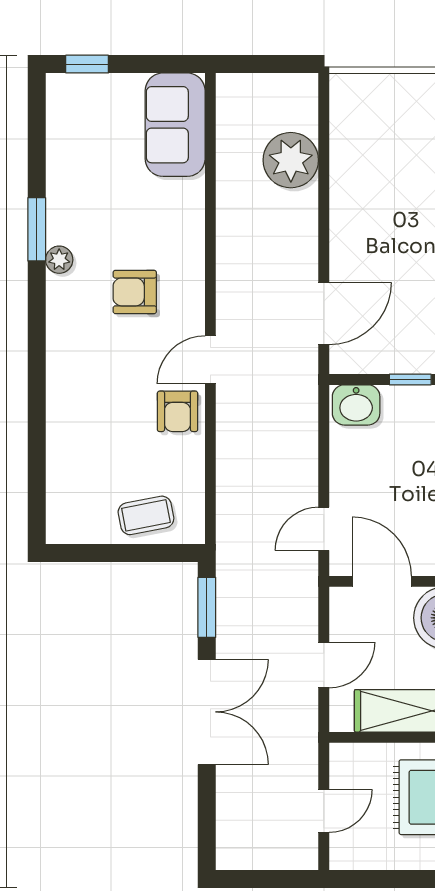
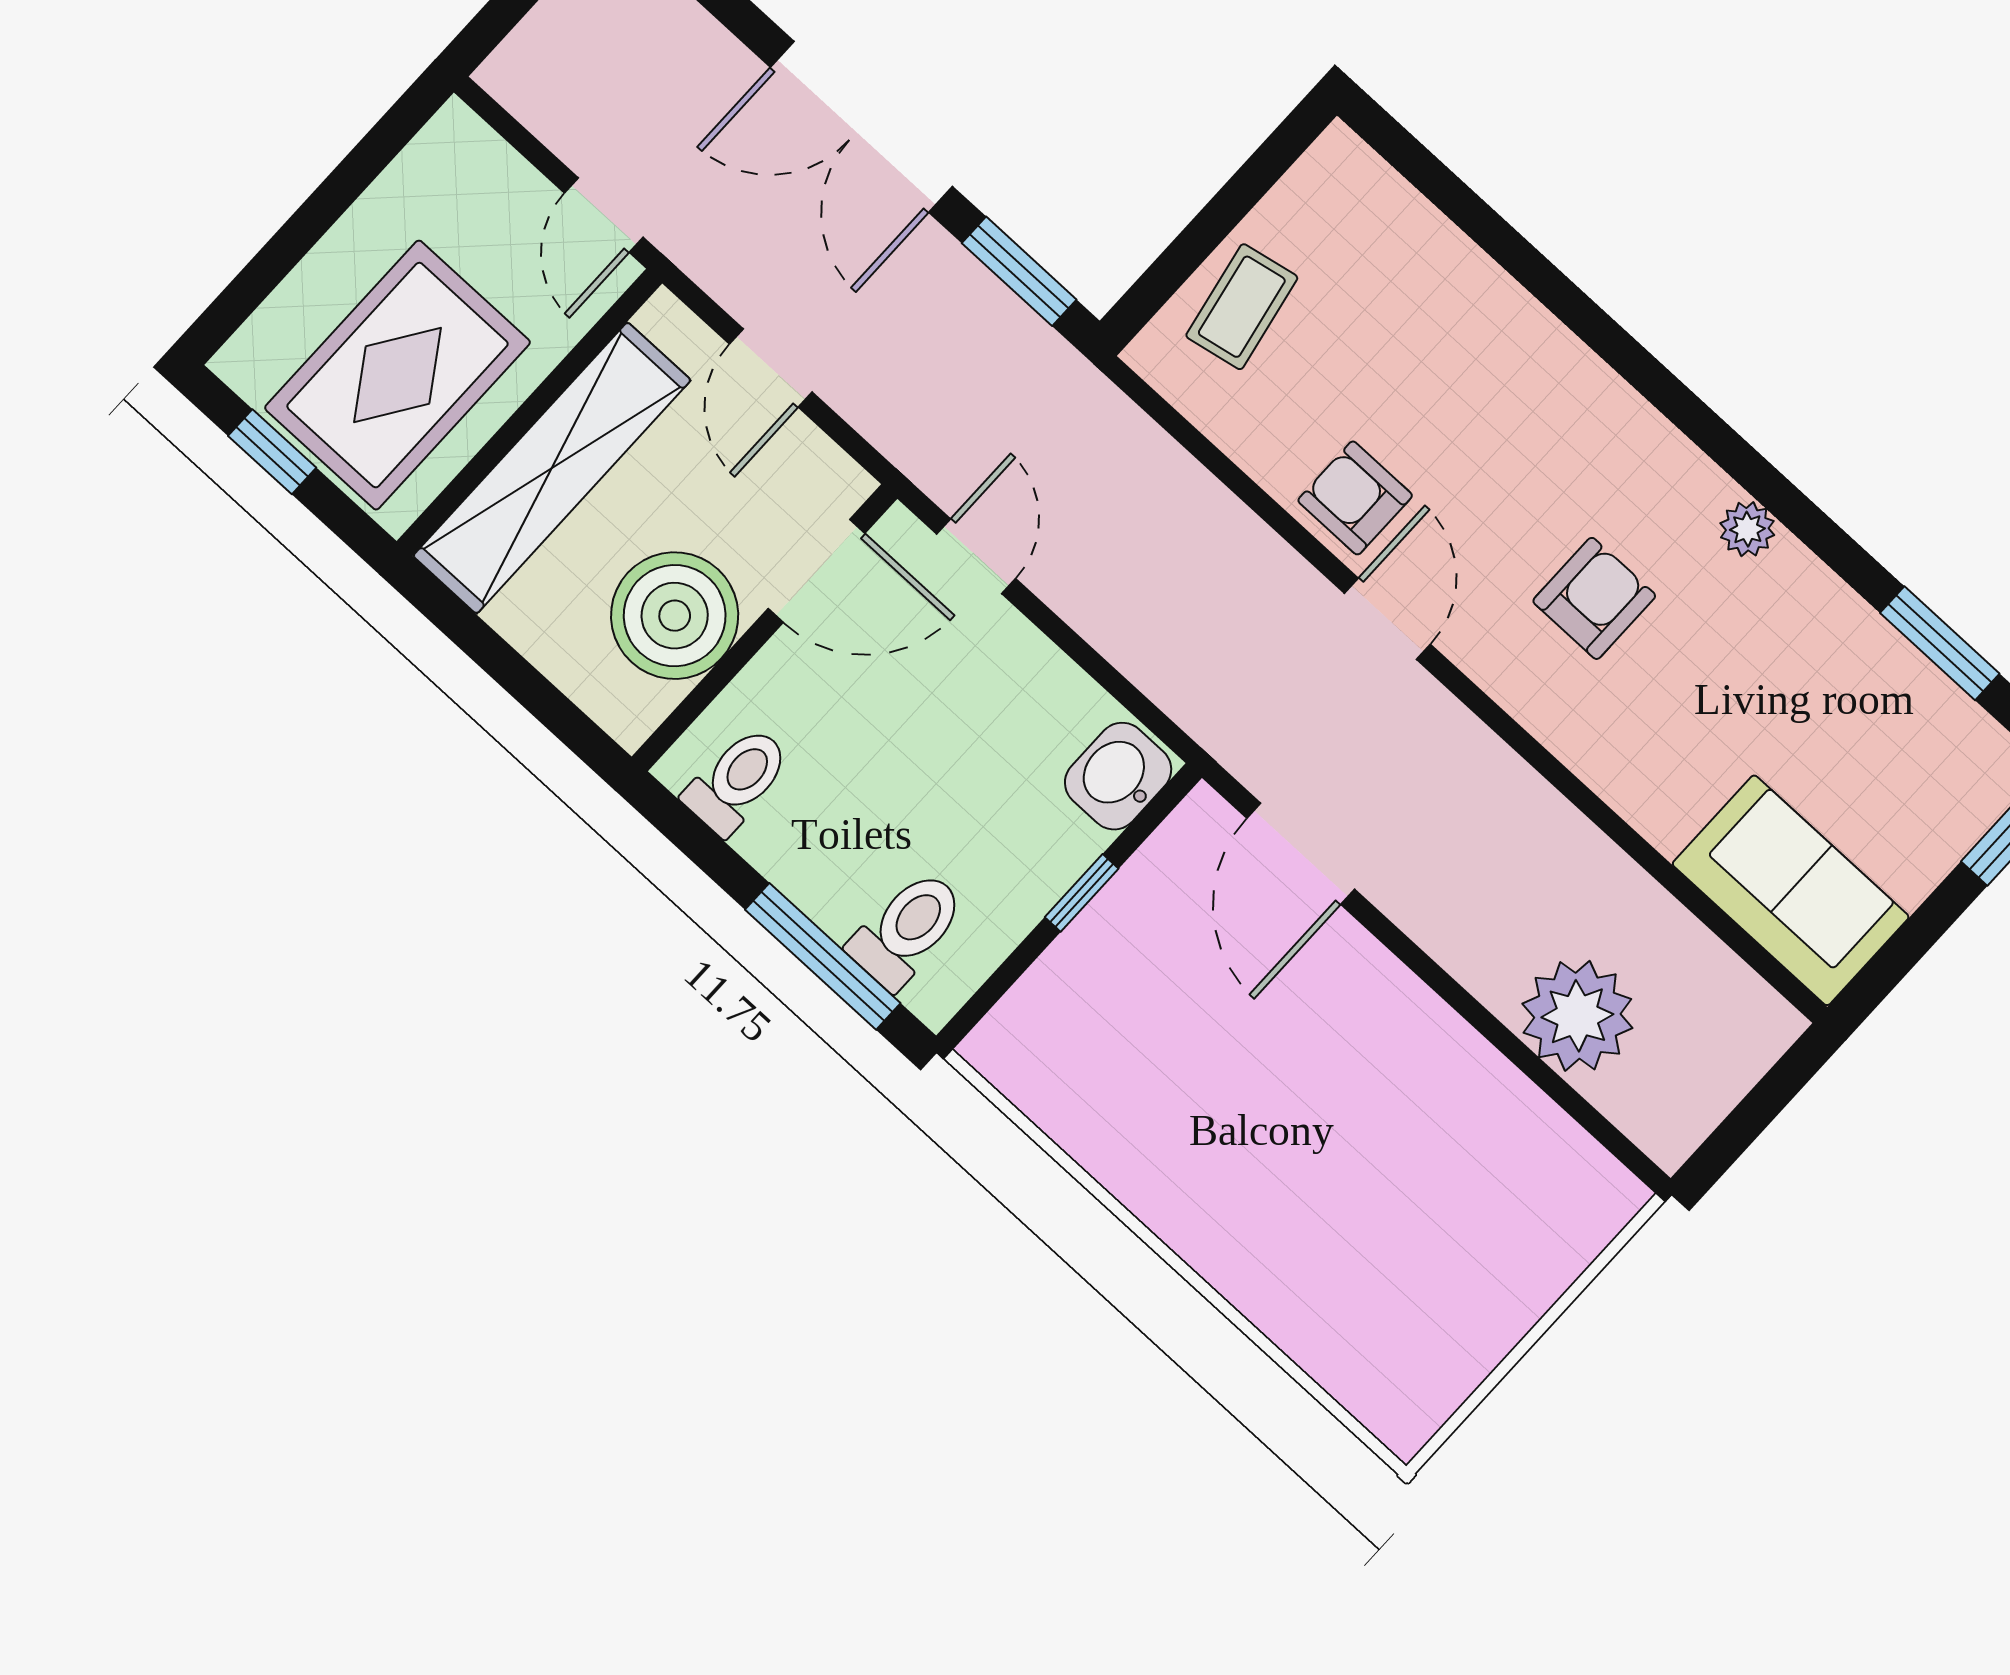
window: (37, 229) -> (1940, 643), moved
door: (324, 811) -> (604, 215), moved

